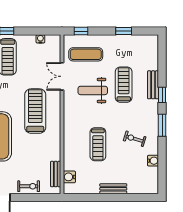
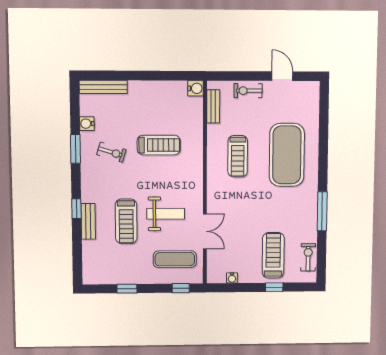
treadmill: (35, 111) -> (238, 156), moved, width x0.73, depth x0.73
window: (162, 125) -> (75, 149), moved
treadmill: (98, 144) -> (159, 145), turned 90
water cooler: (69, 177) -> (196, 88), moved
bench: (113, 189) -> (103, 87), moved, width x1.36

